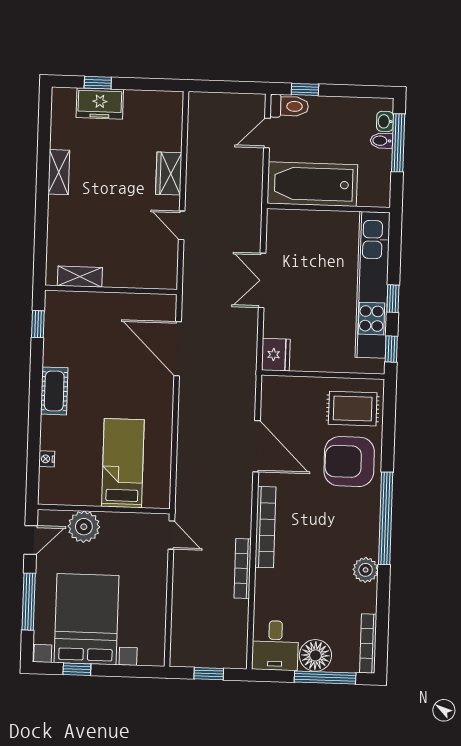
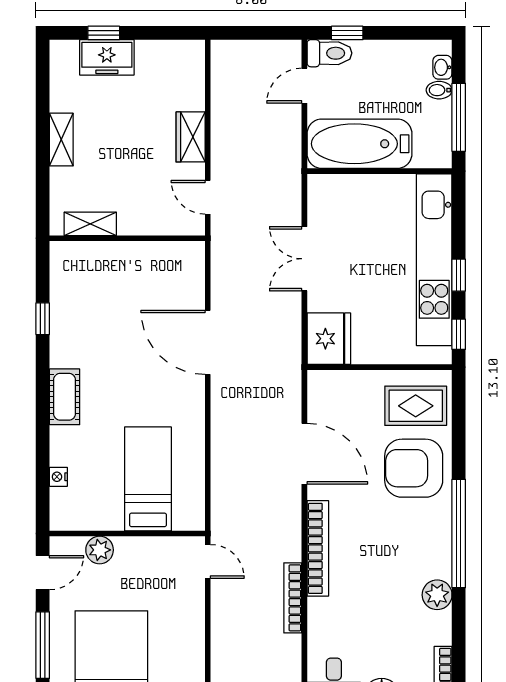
window: (398, 143) -> (459, 117), moved
shelving: (80, 277) -> (90, 224), moved
wall: (111, 290) -> (127, 238), moved
fridge: (276, 355) -> (329, 339), width x1.36, depth x1.34
plant: (84, 527) -> (100, 550), width x0.73, depth x0.73

